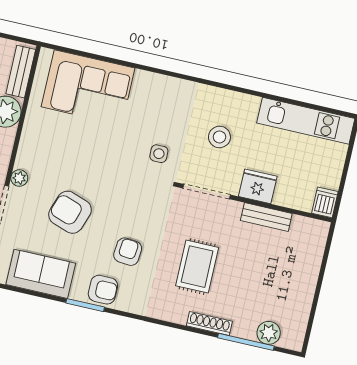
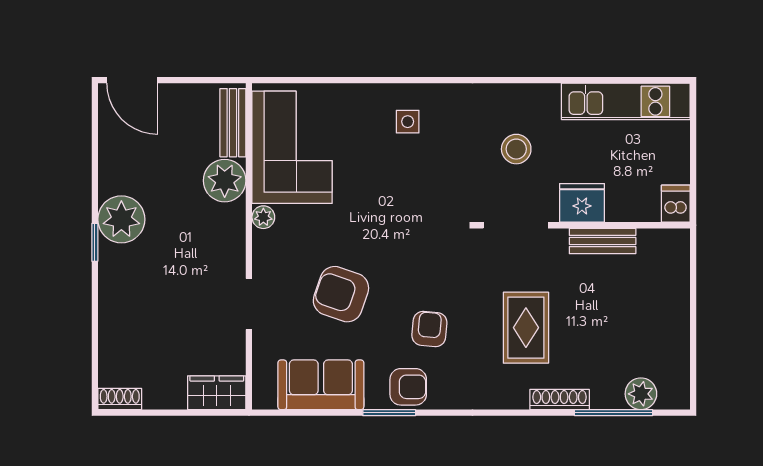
corner sofa: (88, 87) -> (292, 147), moved, turned -90
side table: (159, 154) -> (408, 122), moved
plant: (19, 178) -> (263, 217), moved

